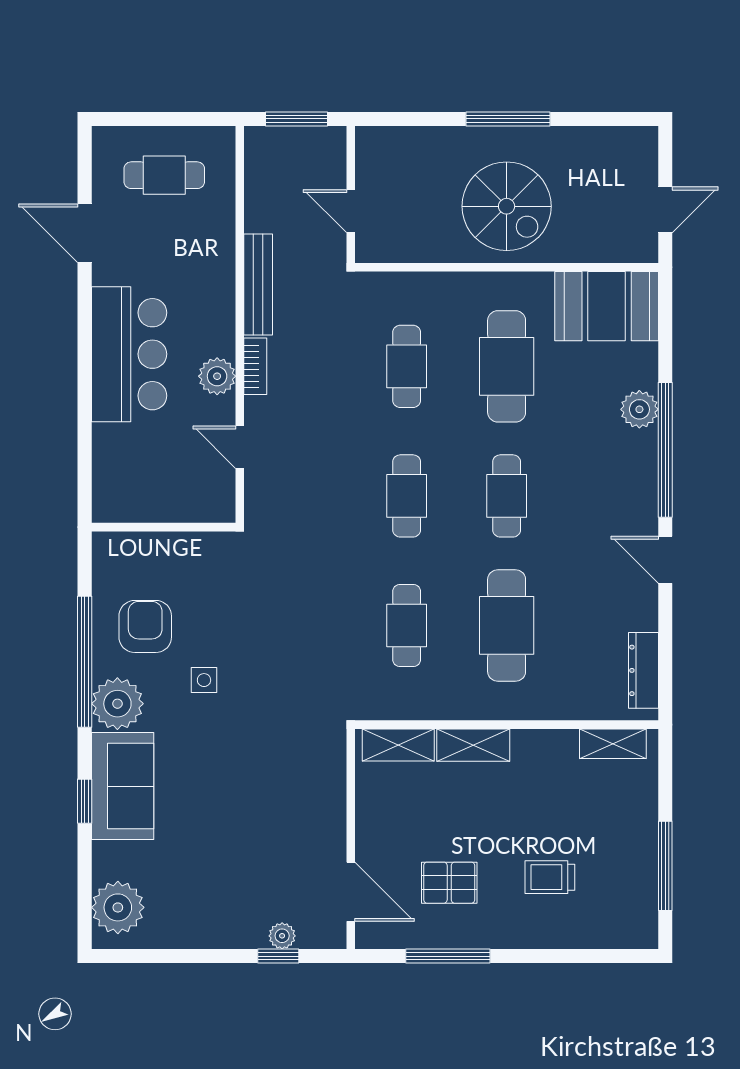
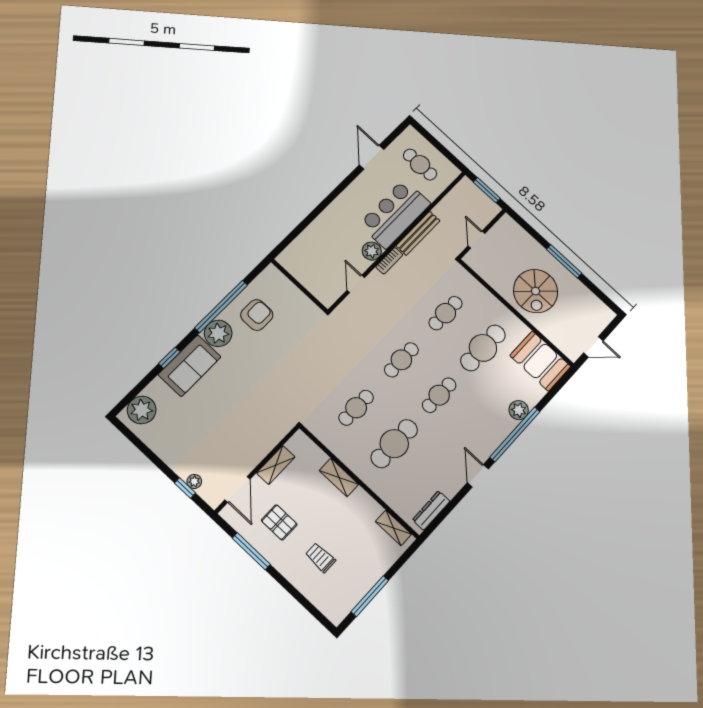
bar counter: (129, 354) -> (395, 214), moved, turned 180
side table: (204, 680) -> (260, 356), removed
shelving: (398, 745) -> (276, 465), moved, turned 90

